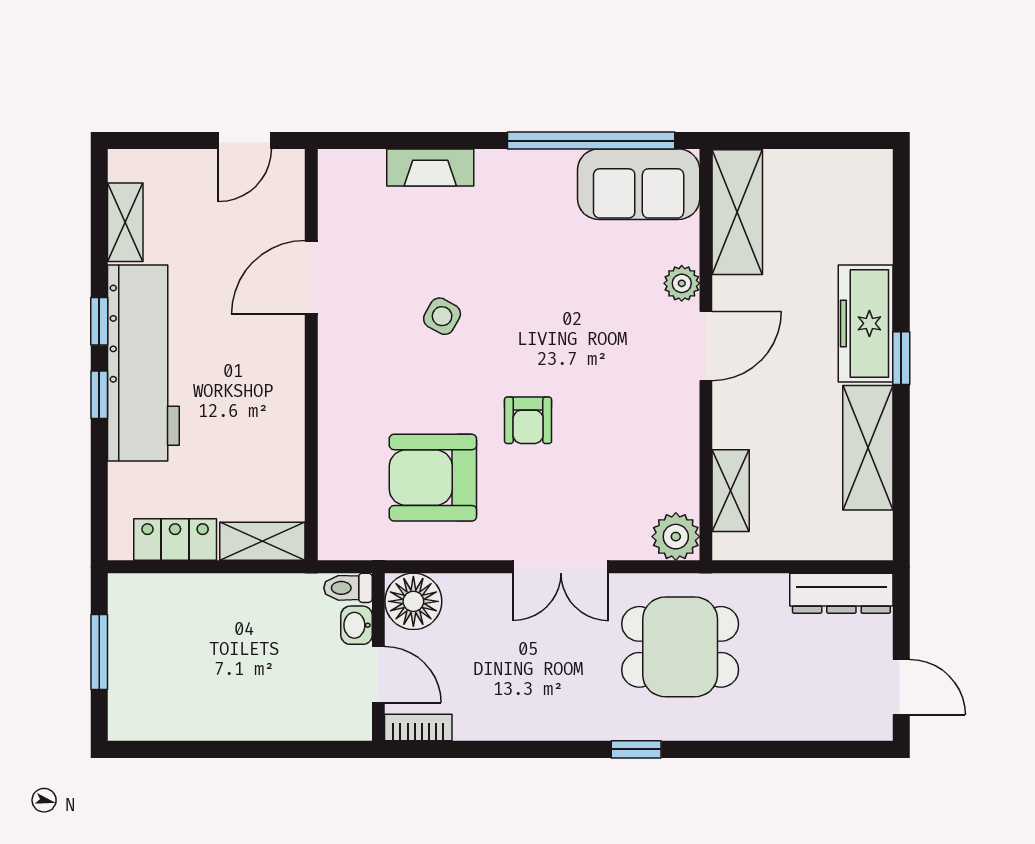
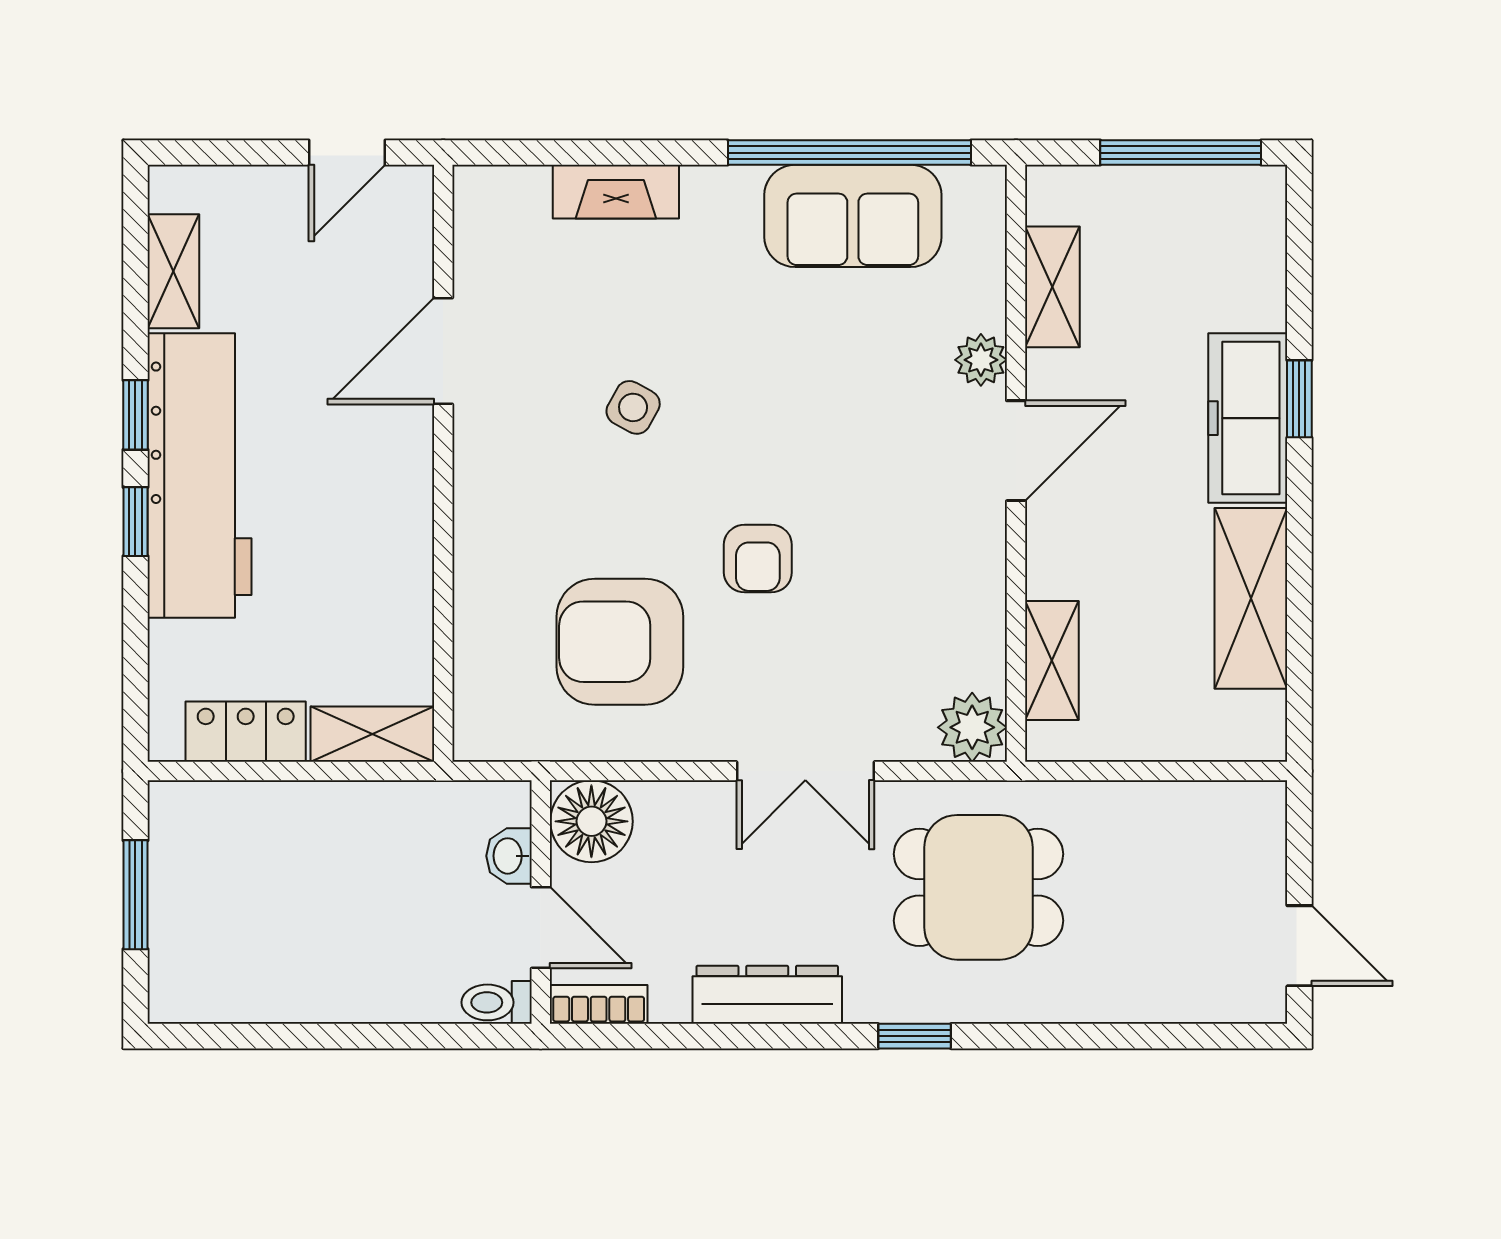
window: (819, 141) -> (1181, 153), added
sofa: (639, 184) -> (853, 216), moved
shelving: (737, 212) -> (1052, 287), width x0.67, depth x0.75
window: (901, 358) -> (1299, 399), moved
toilet: (348, 588) -> (497, 1002), moved
dresser: (841, 593) -> (767, 995), moved, turned 180

